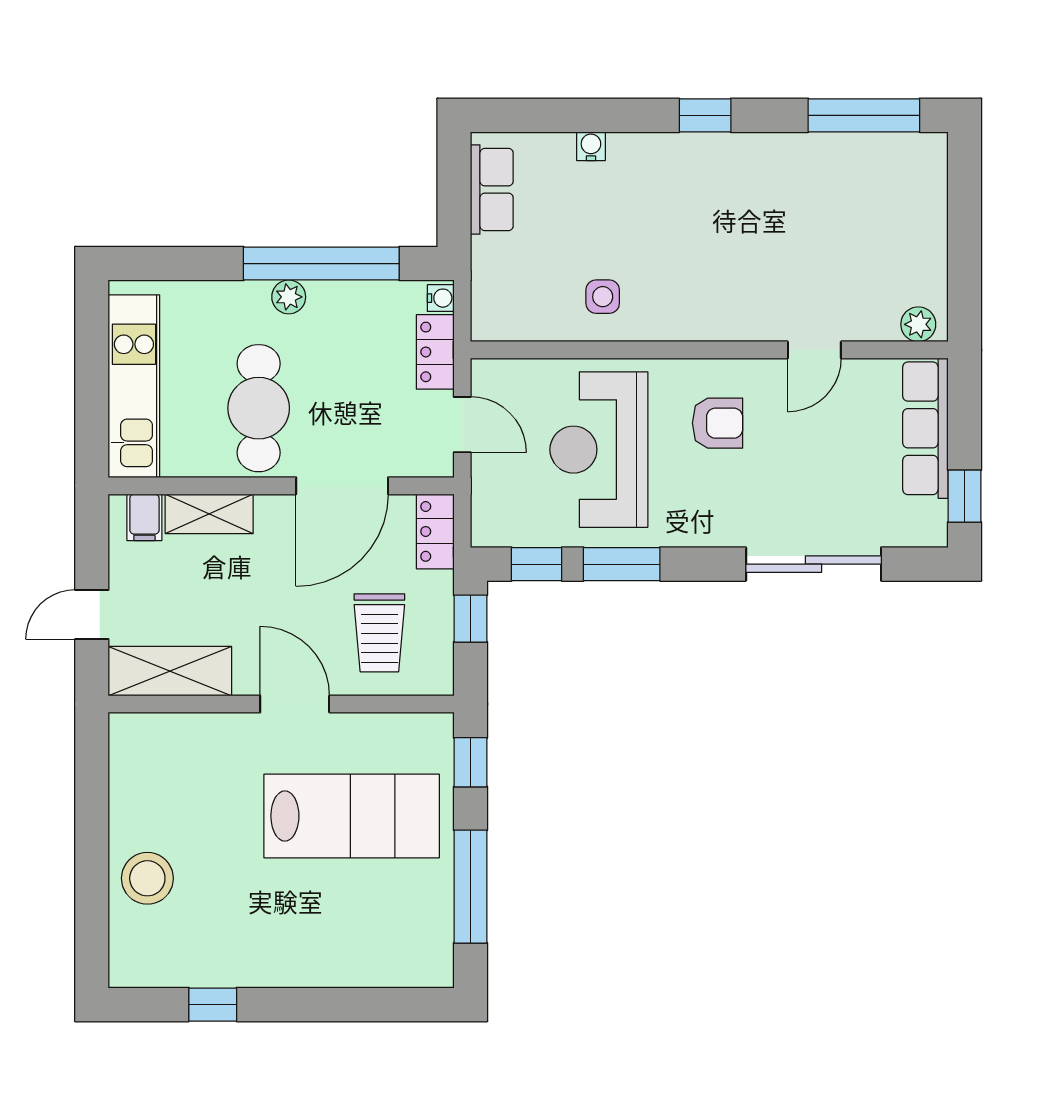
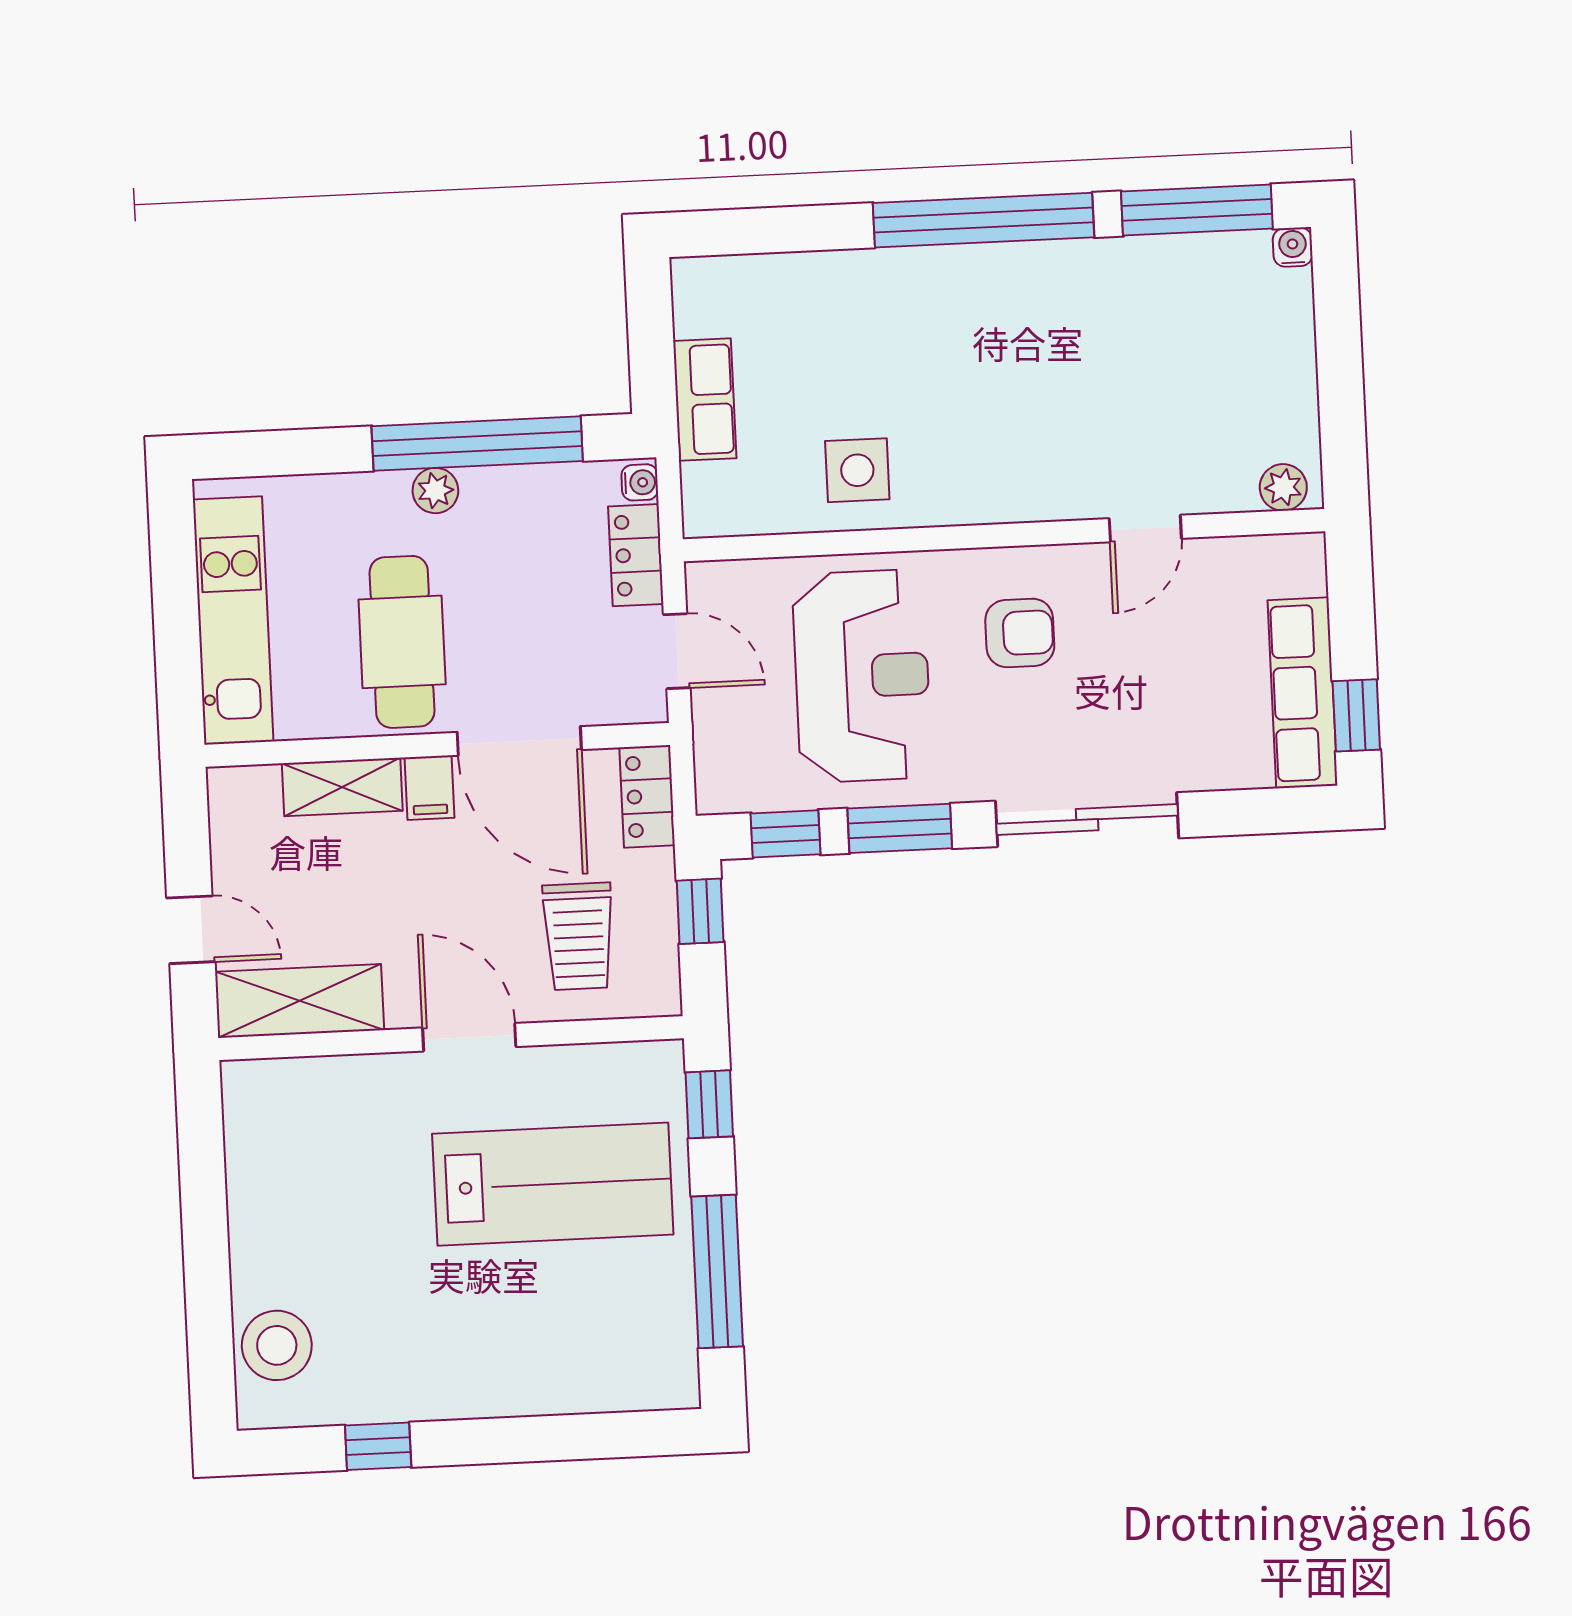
window: (705, 115) -> (983, 220), width x3.17
water cooler: (591, 146) -> (1293, 247), moved
row of seats: (492, 189) -> (705, 400), moved
side table: (603, 297) -> (857, 470), width x1.37, depth x1.37
row of seats: (925, 428) -> (1303, 693), moved
reception desk: (599, 450) -> (862, 676), turned 180
door: (342, 486) -> (519, 741), hinge flipped
filing cabinet: (144, 517) -> (429, 788), moved
sliding door: (814, 564) -> (1087, 820), moved
door: (92, 614) -> (191, 930), swing flipped
stool: (147, 878) -> (277, 1345), moved

